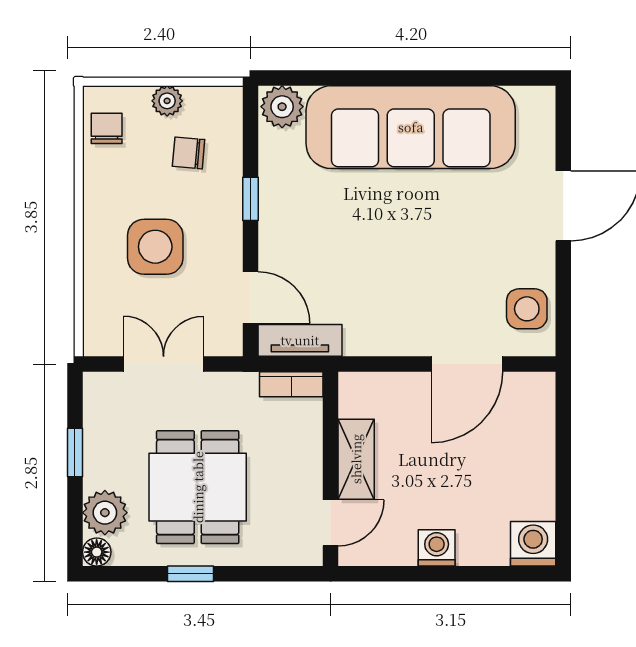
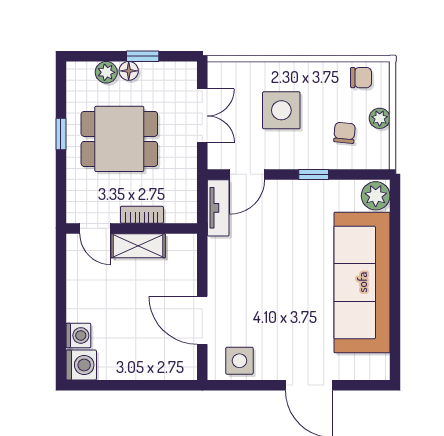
bookcase: (291, 384) -> (142, 215), moved, turned 90
plant: (105, 513) -> (106, 72), width x0.73, depth x0.73
washing machine: (437, 548) -> (78, 335), moved
floor lamp: (97, 552) -> (129, 71), moved

